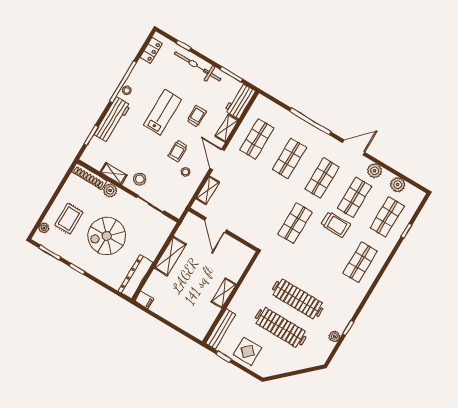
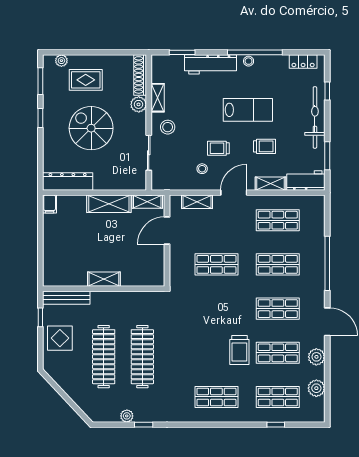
shop shelf: (295, 223) -> (216, 264), moved
shelving: (186, 227) -> (147, 202), added

